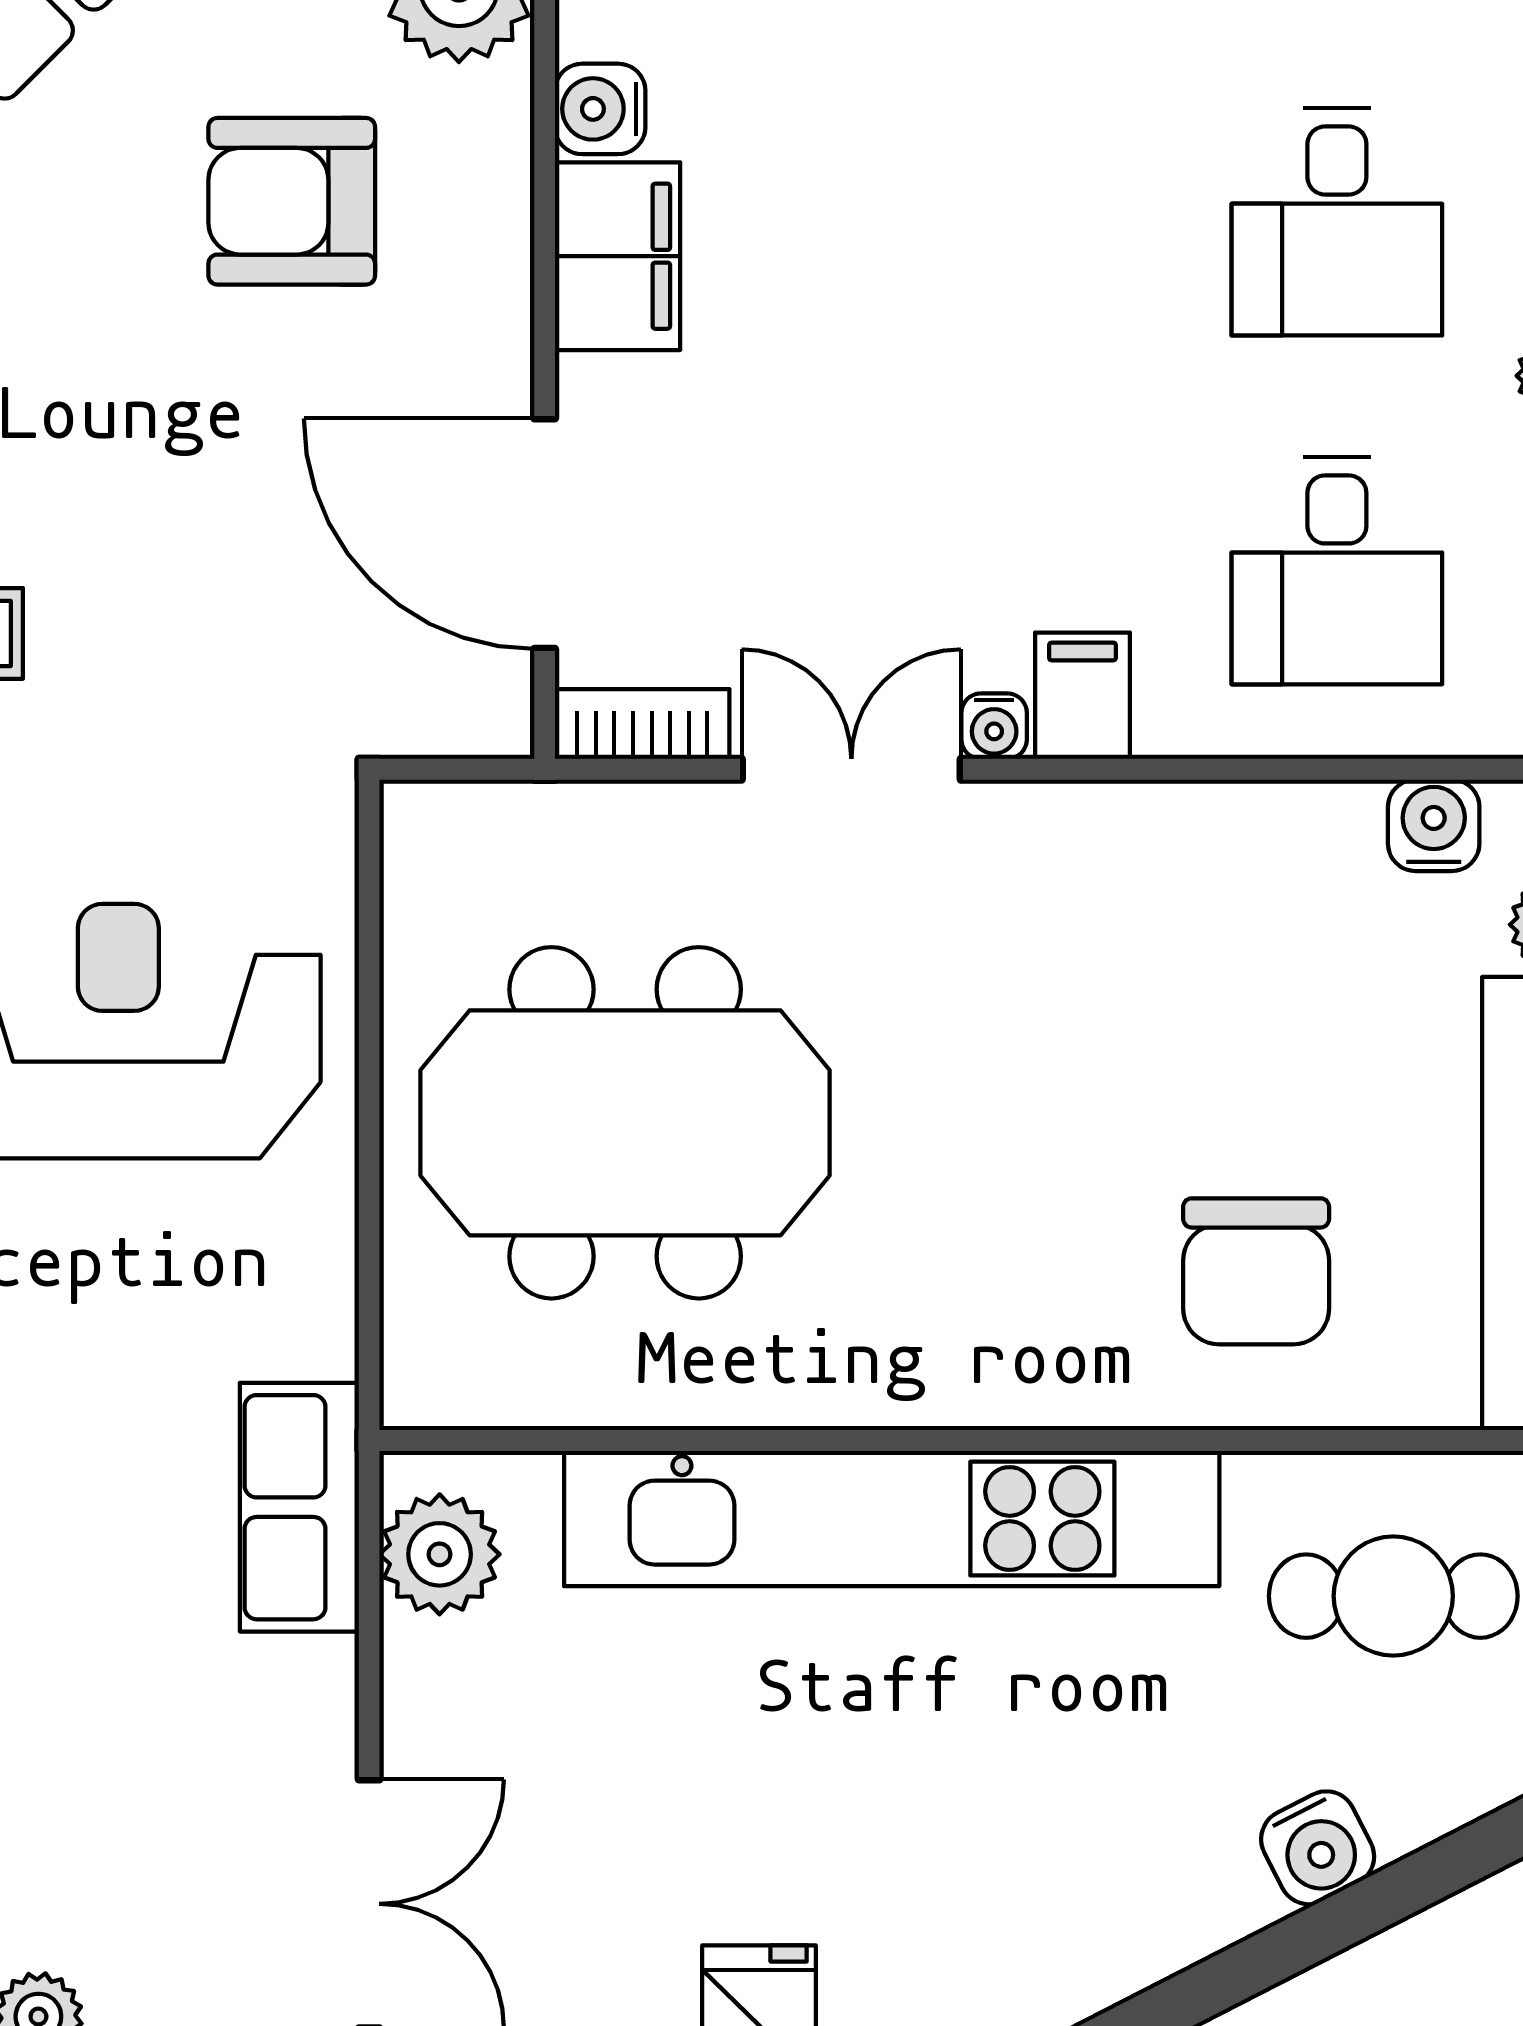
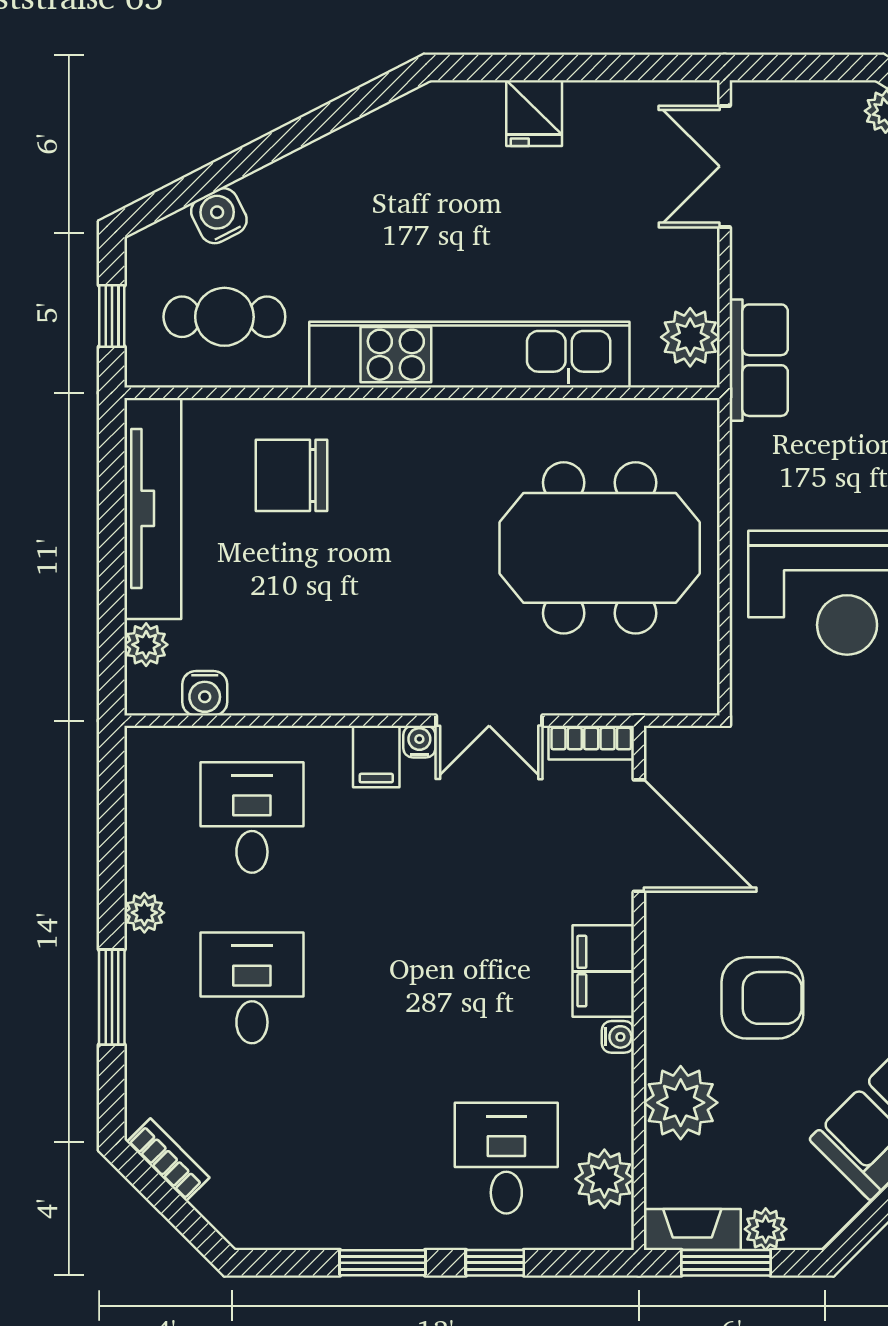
water cooler: (600, 109) -> (618, 1037), width x0.72, depth x0.72
chair: (1256, 1271) -> (291, 475), turned -90
water cooler: (1318, 1848) -> (219, 216), moved

